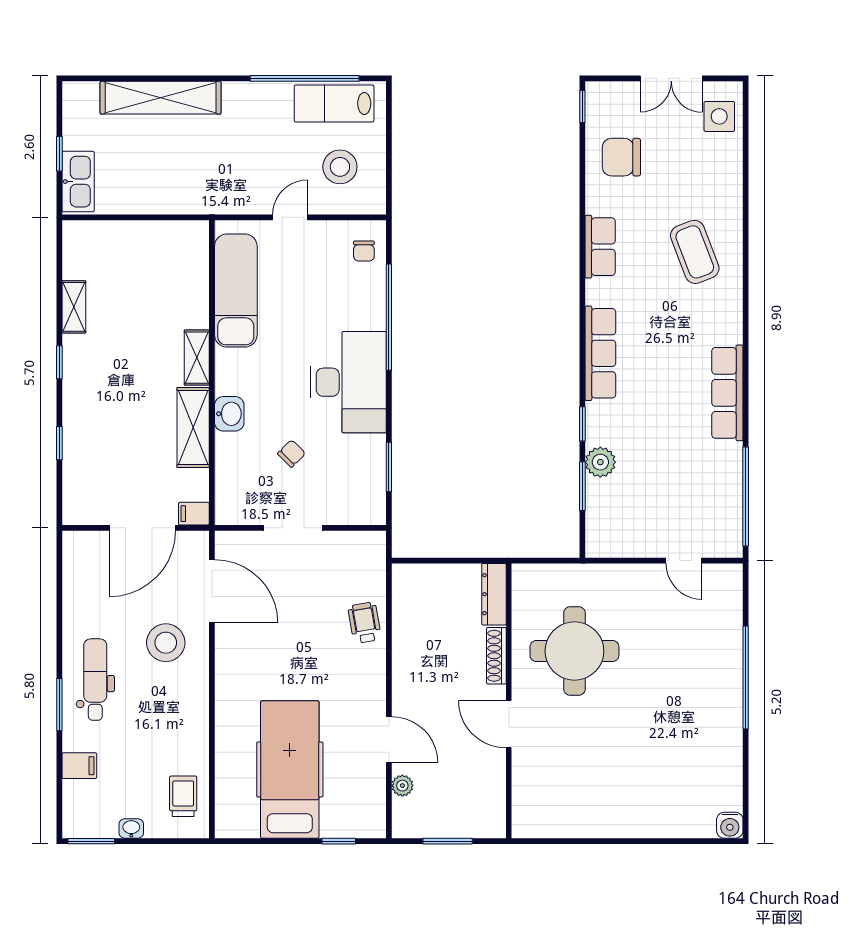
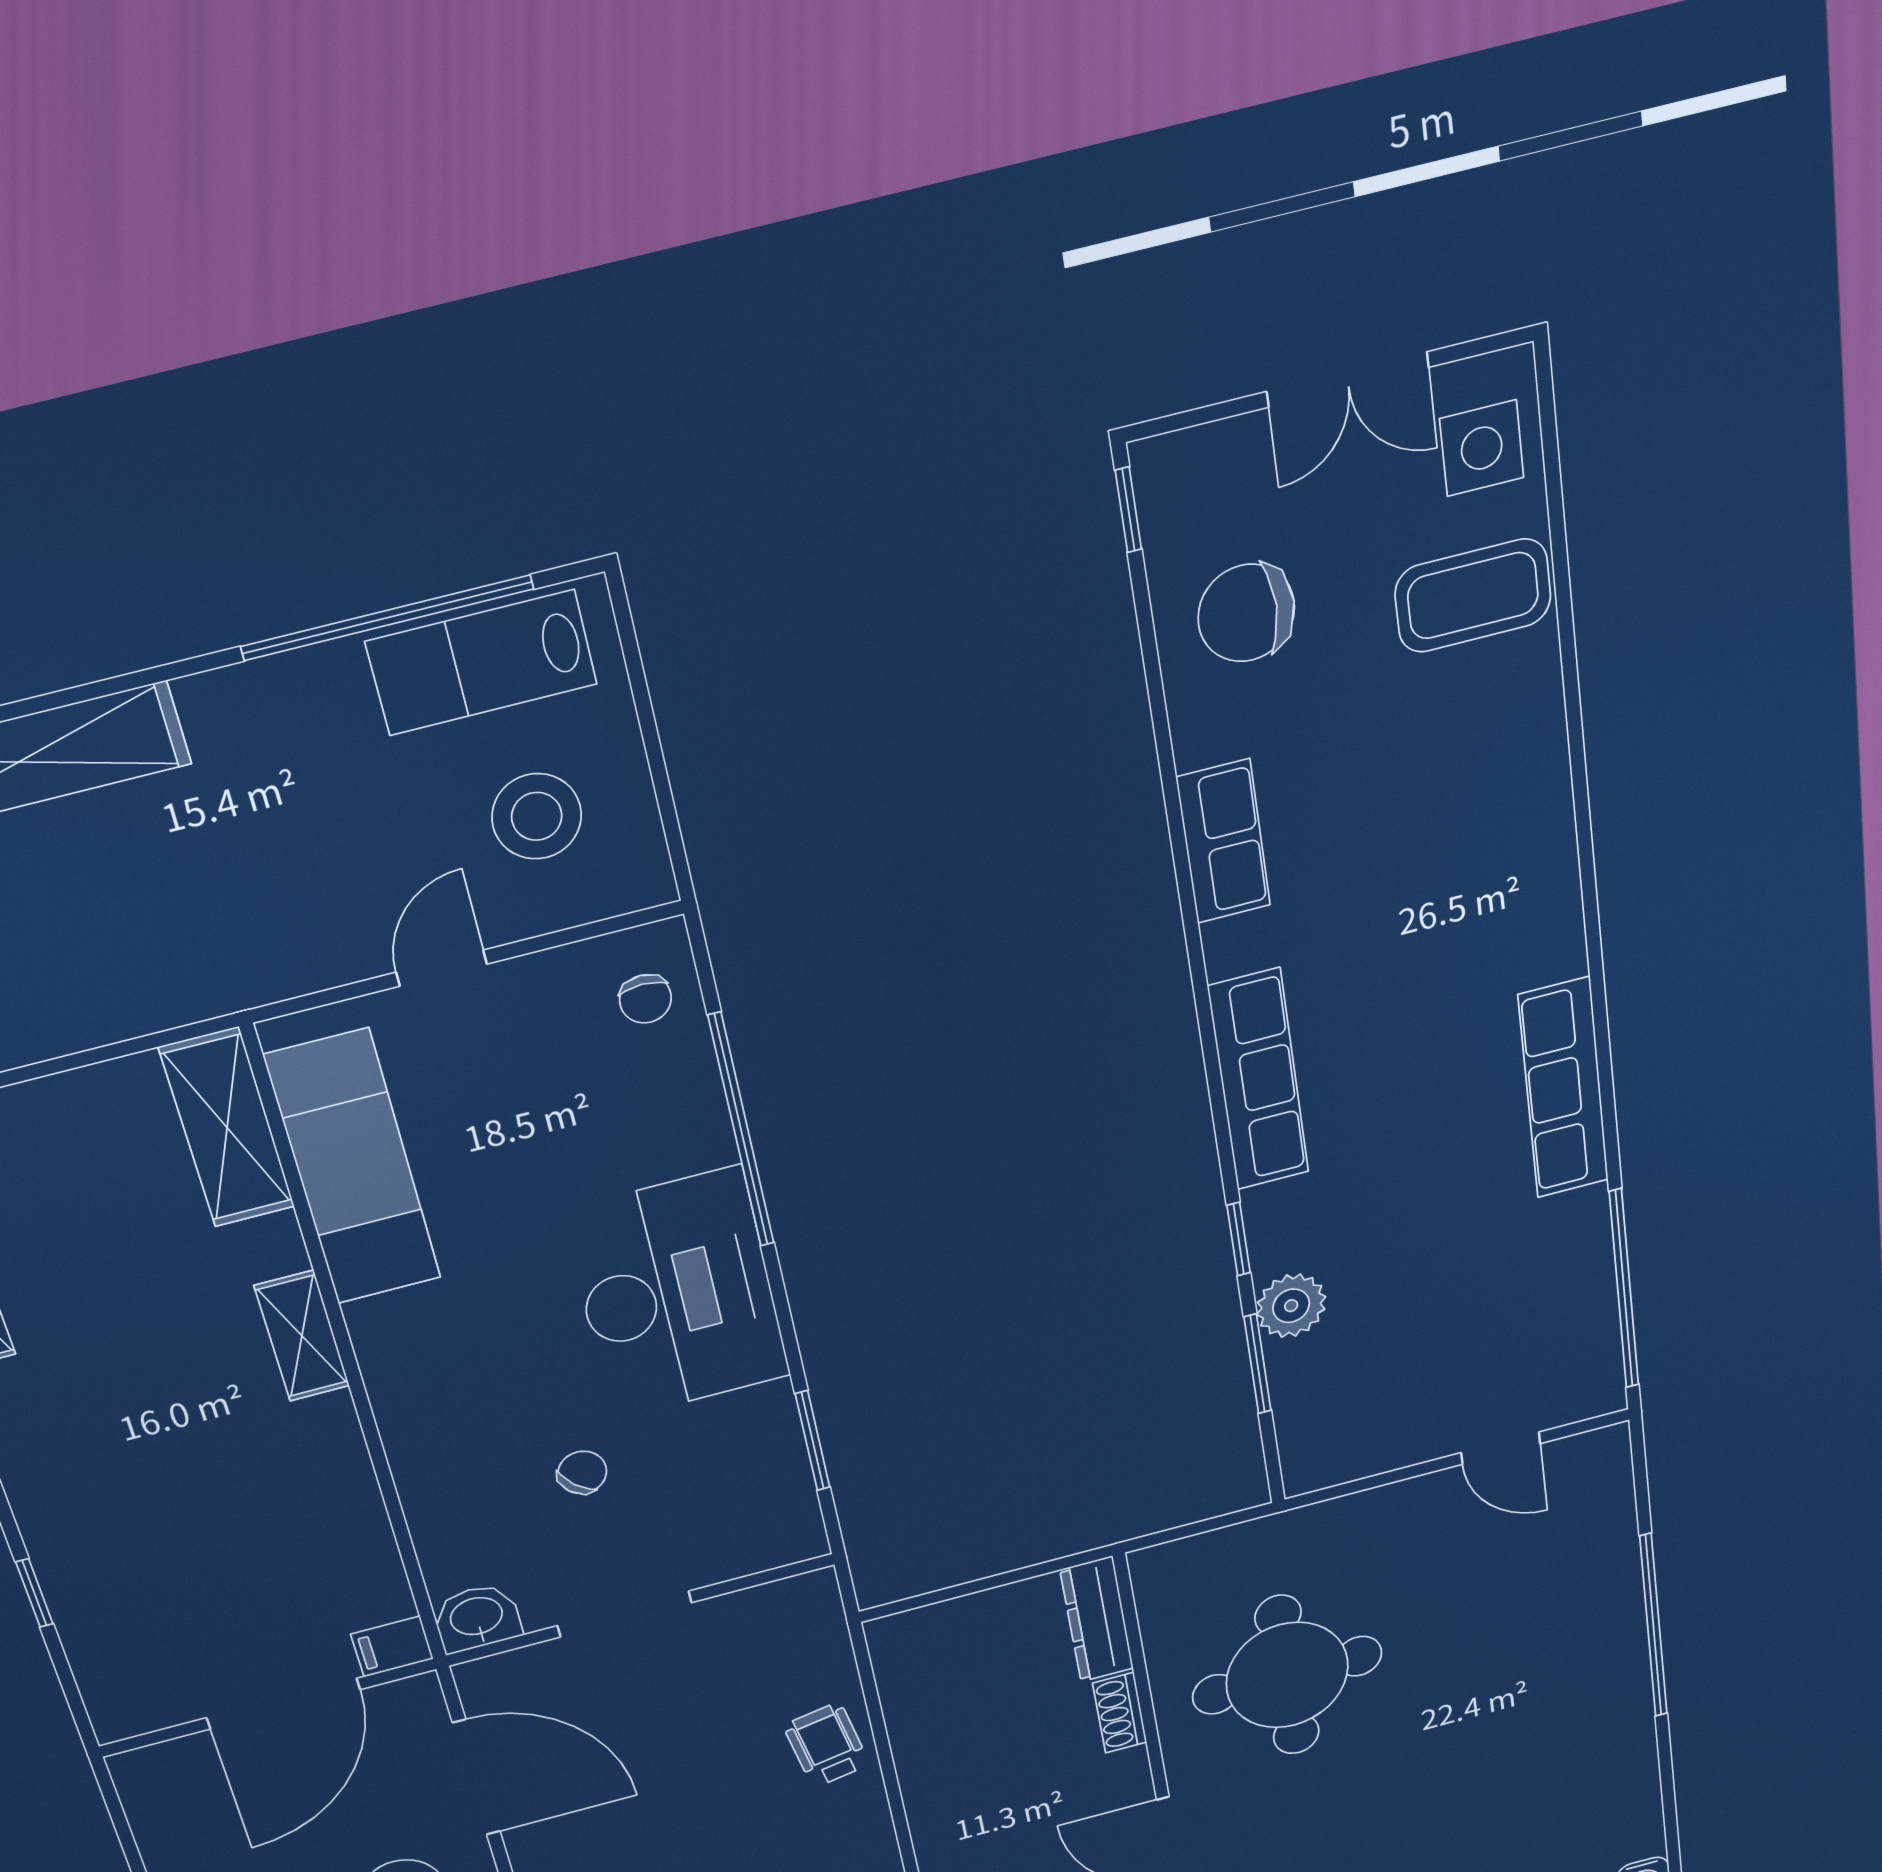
coffee table: (695, 252) -> (1473, 596), moved, turned -69
washbasin: (229, 414) -> (477, 1618), moved, turned -90
shelving: (193, 428) -> (227, 1128), moved
shoe rack: (496, 656) -> (1120, 1713), width x0.70

